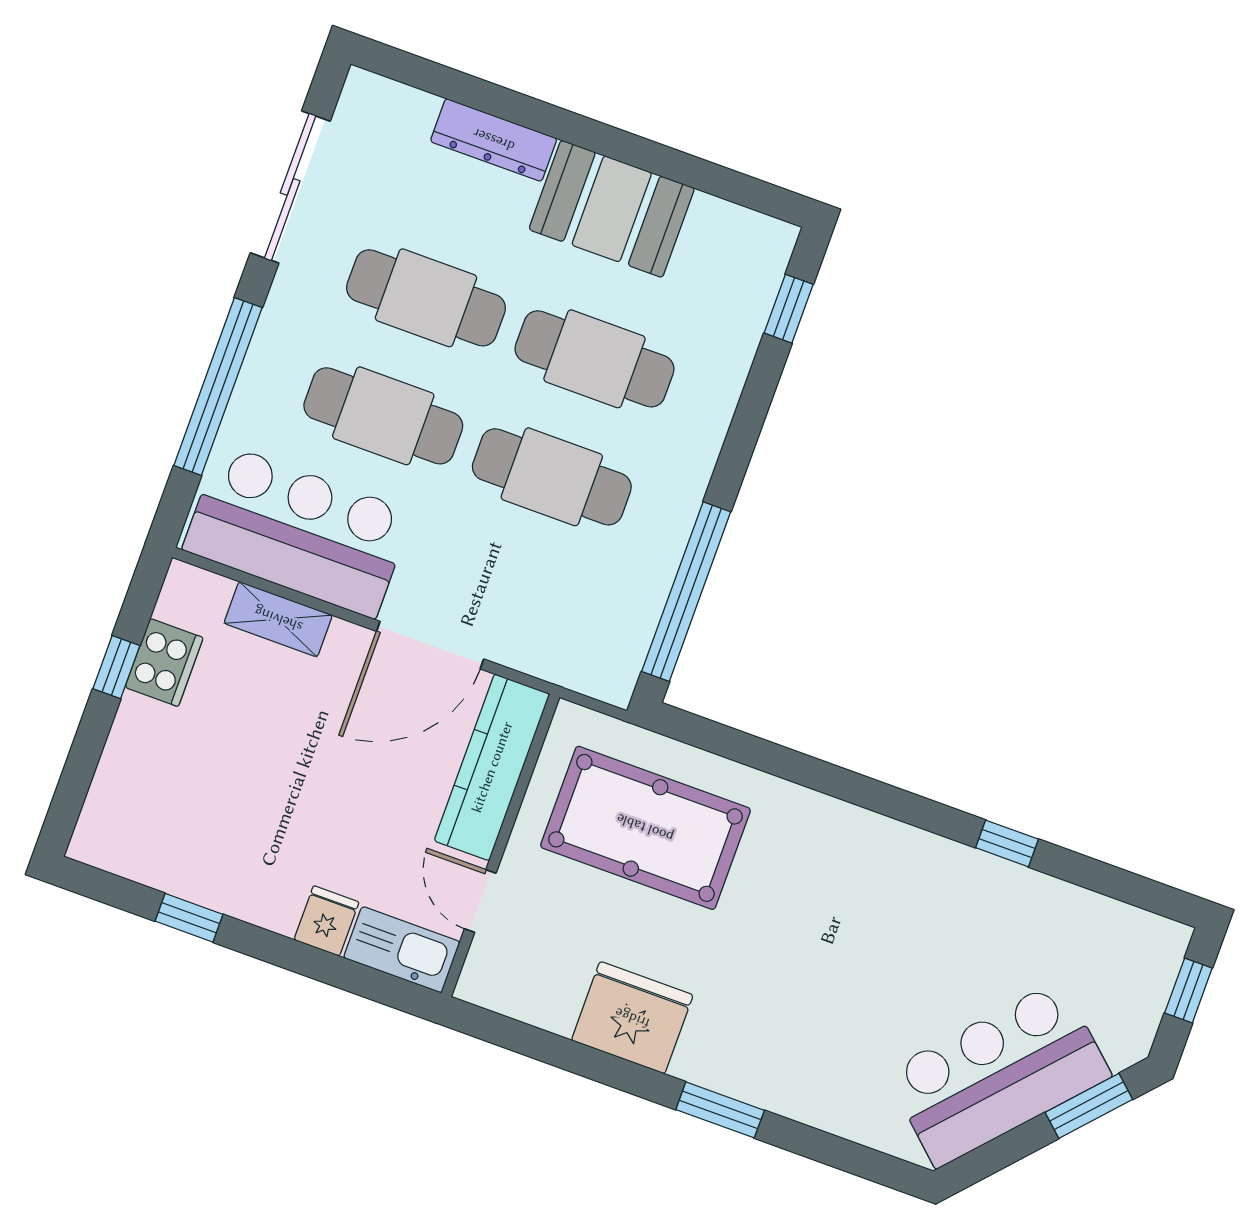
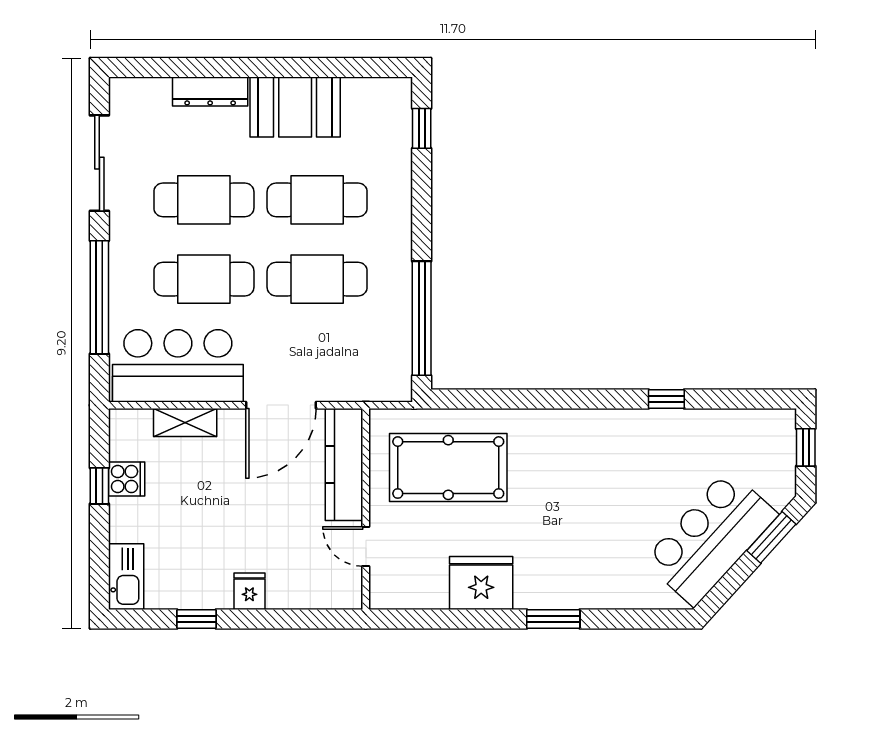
cooker: (164, 662) -> (127, 479), width x0.73
fridge: (326, 921) -> (249, 591), moved
kitchen sink: (402, 950) -> (126, 577), moved, turned 90

